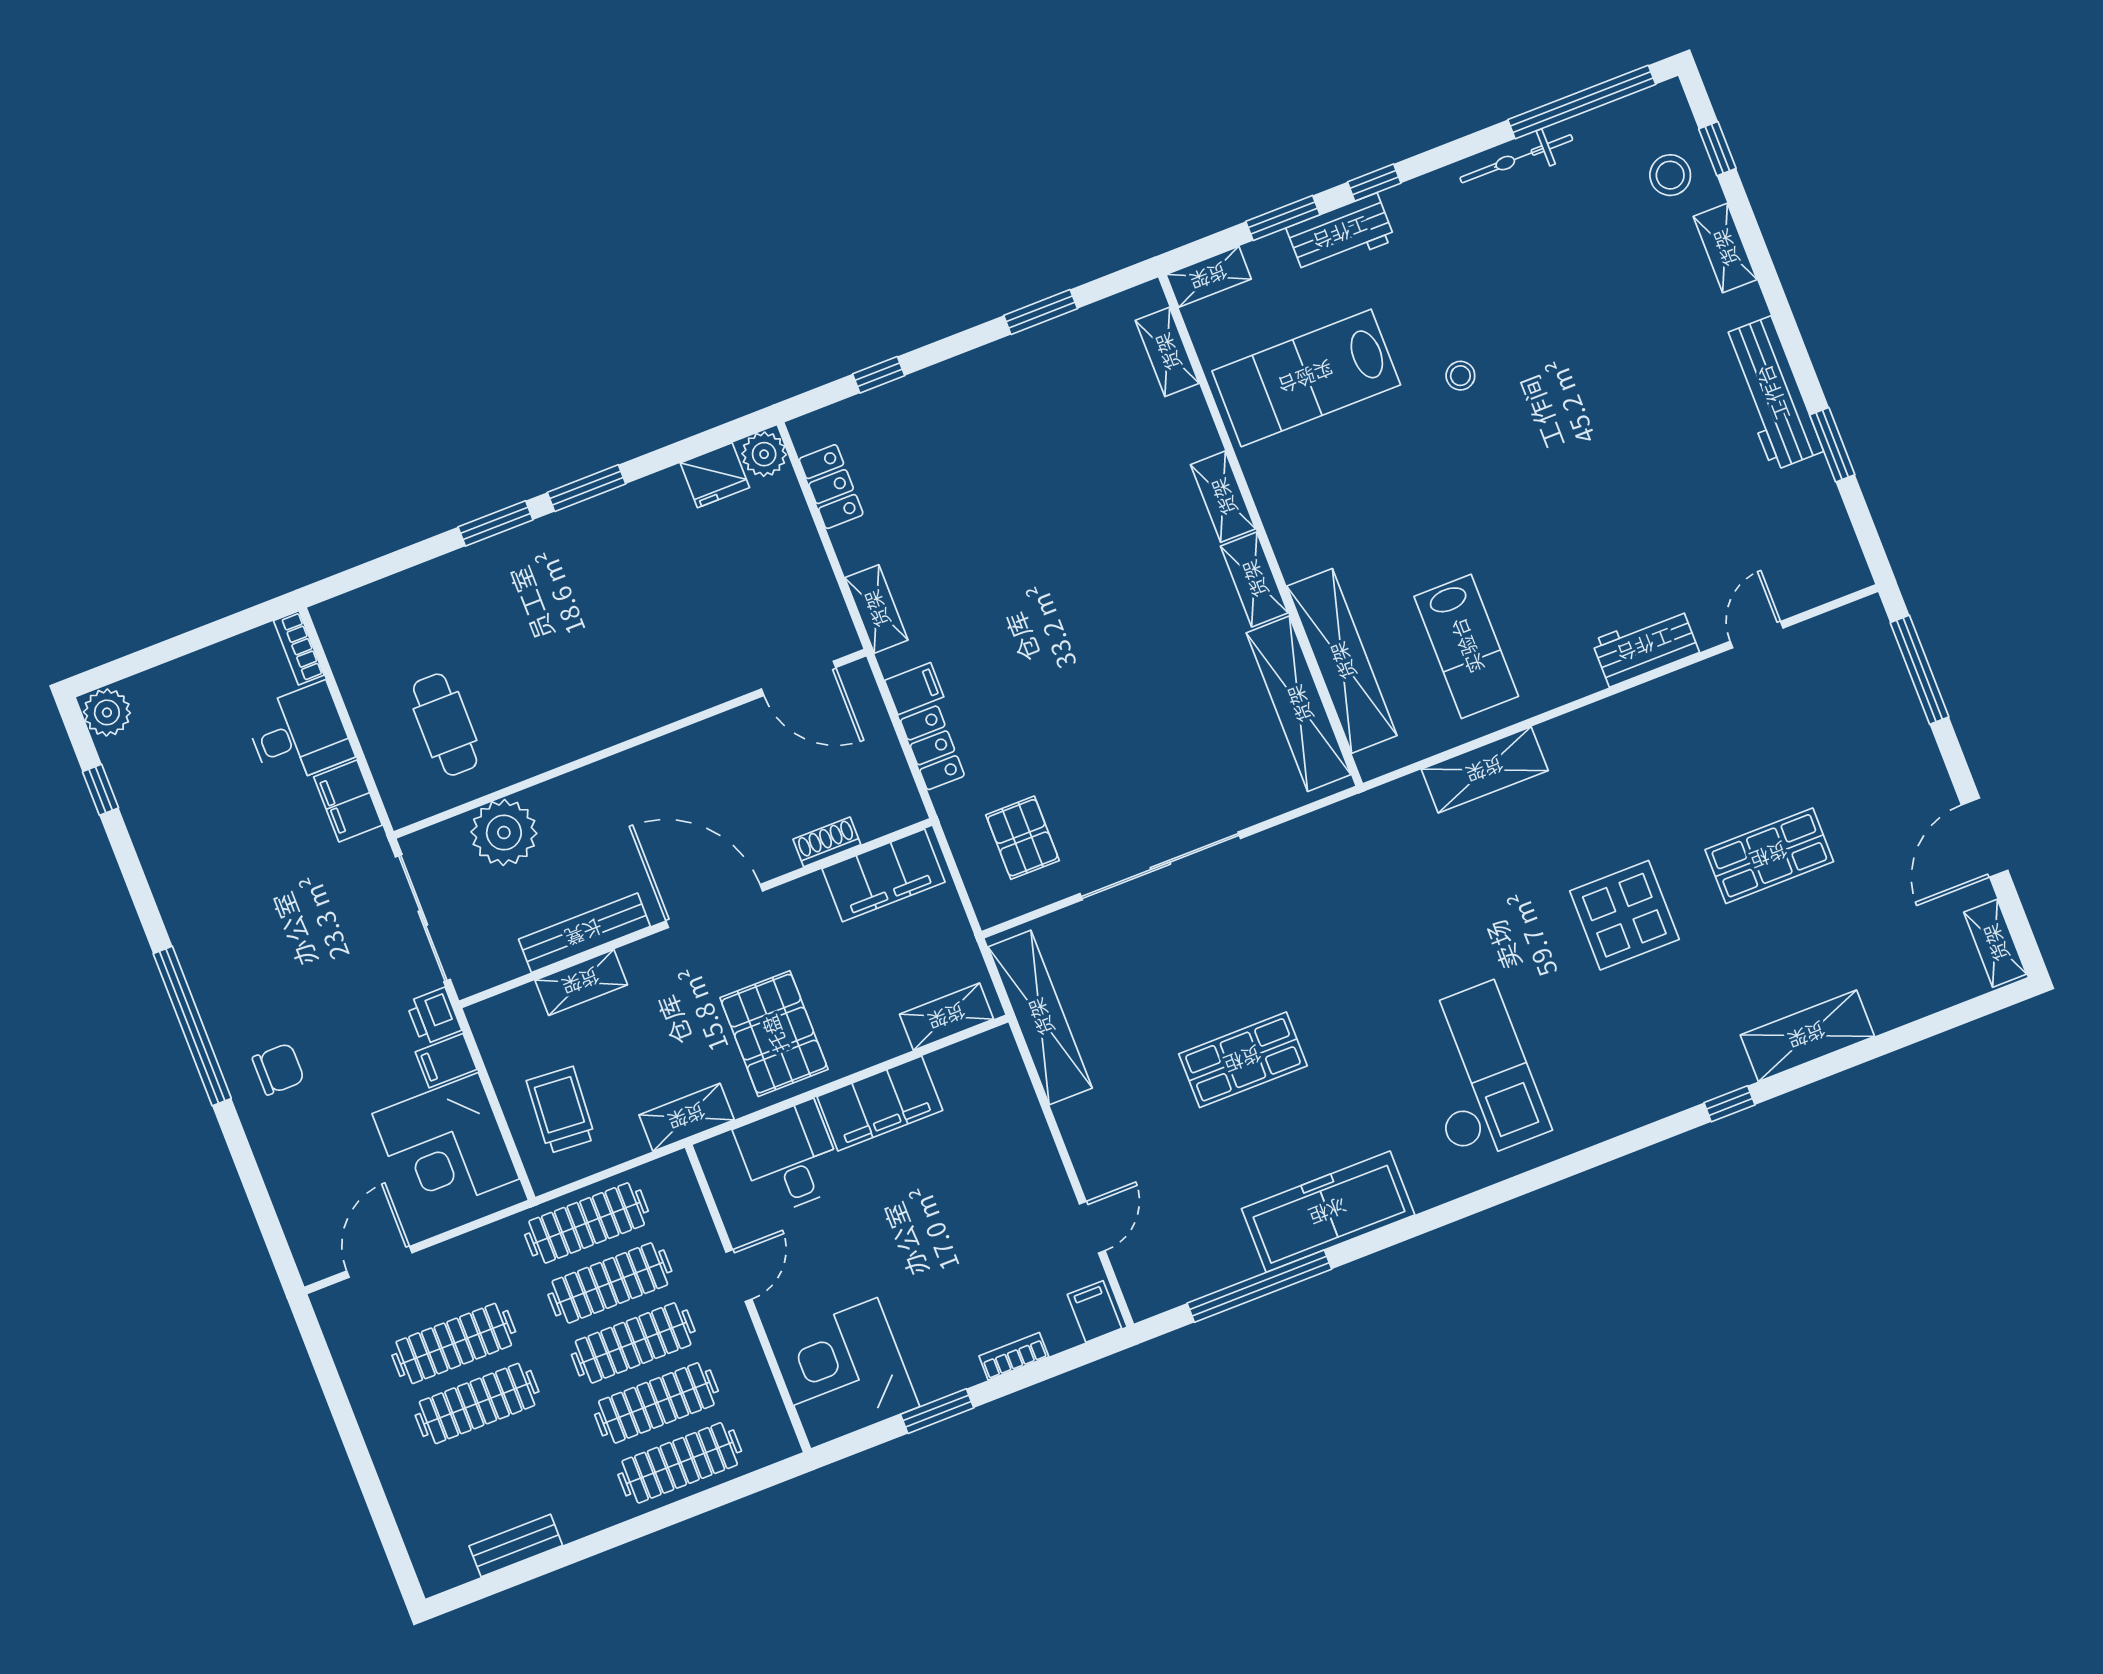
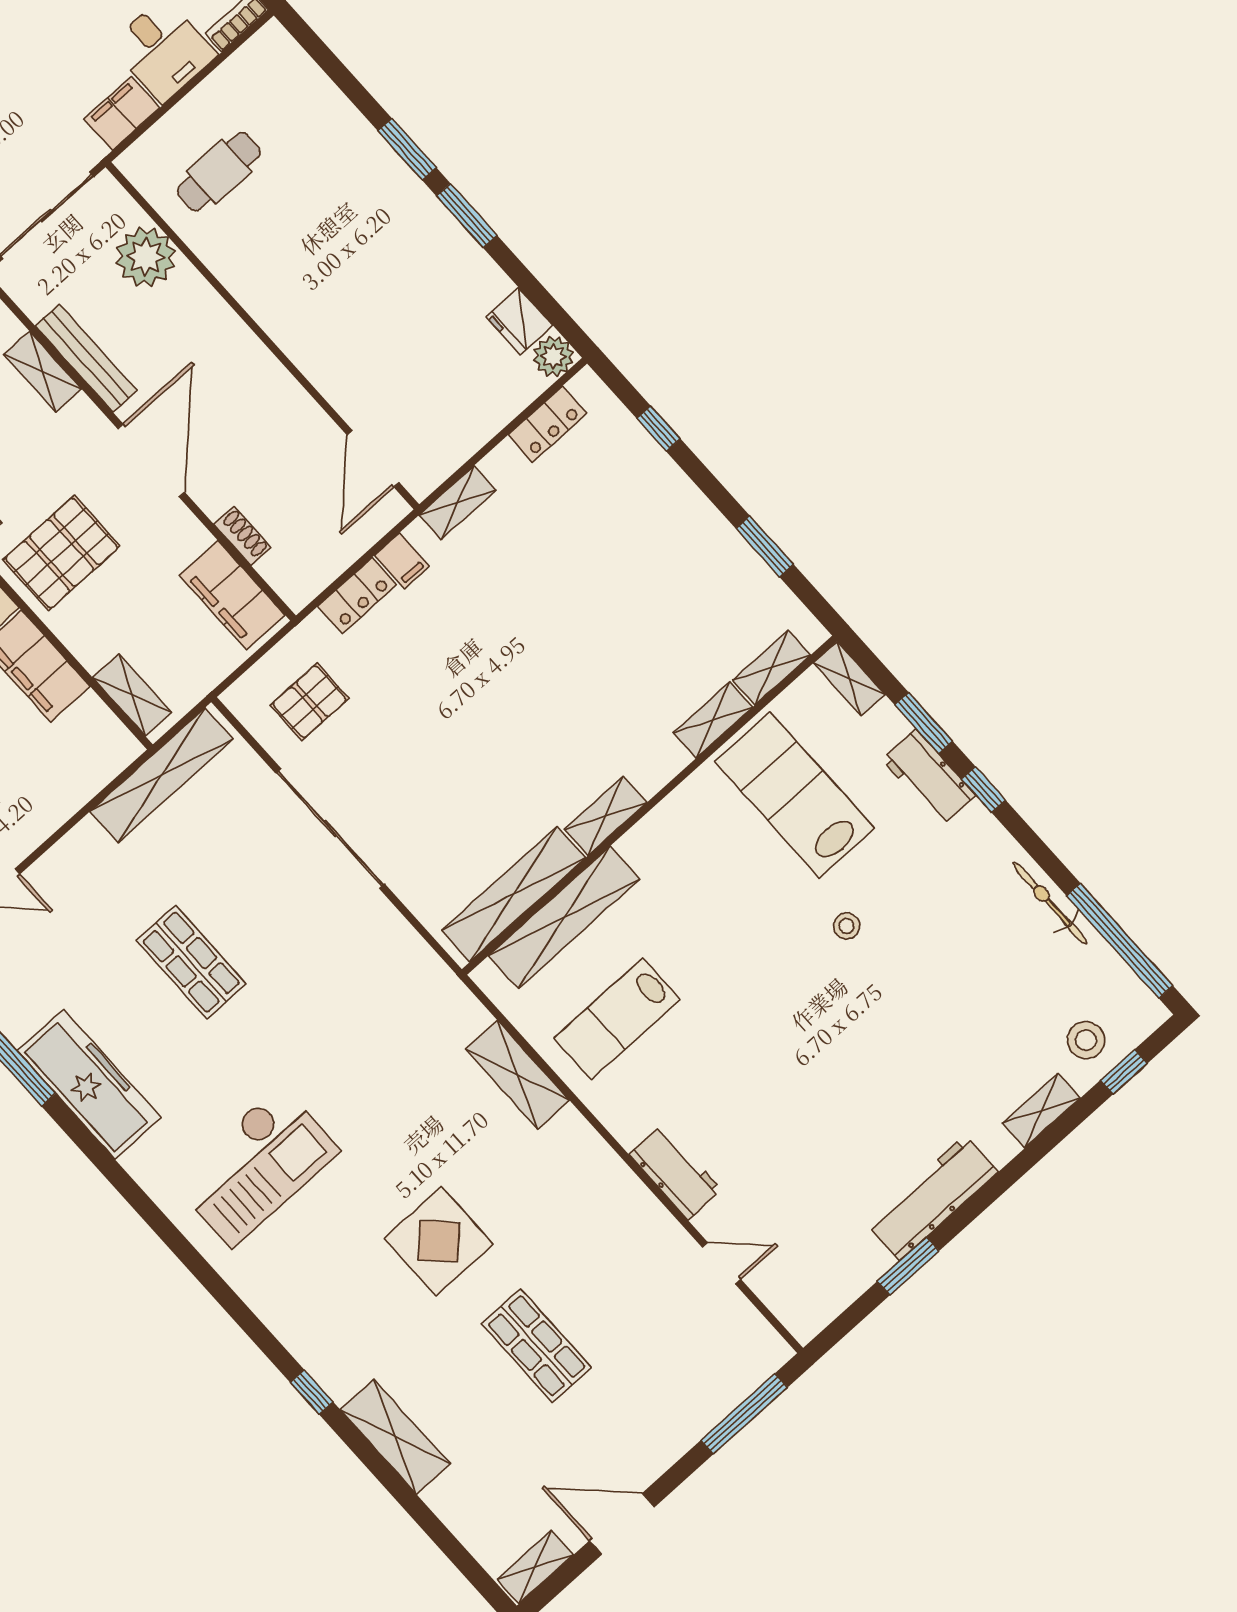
shelving: (1223, 497) -> (713, 720), moved

